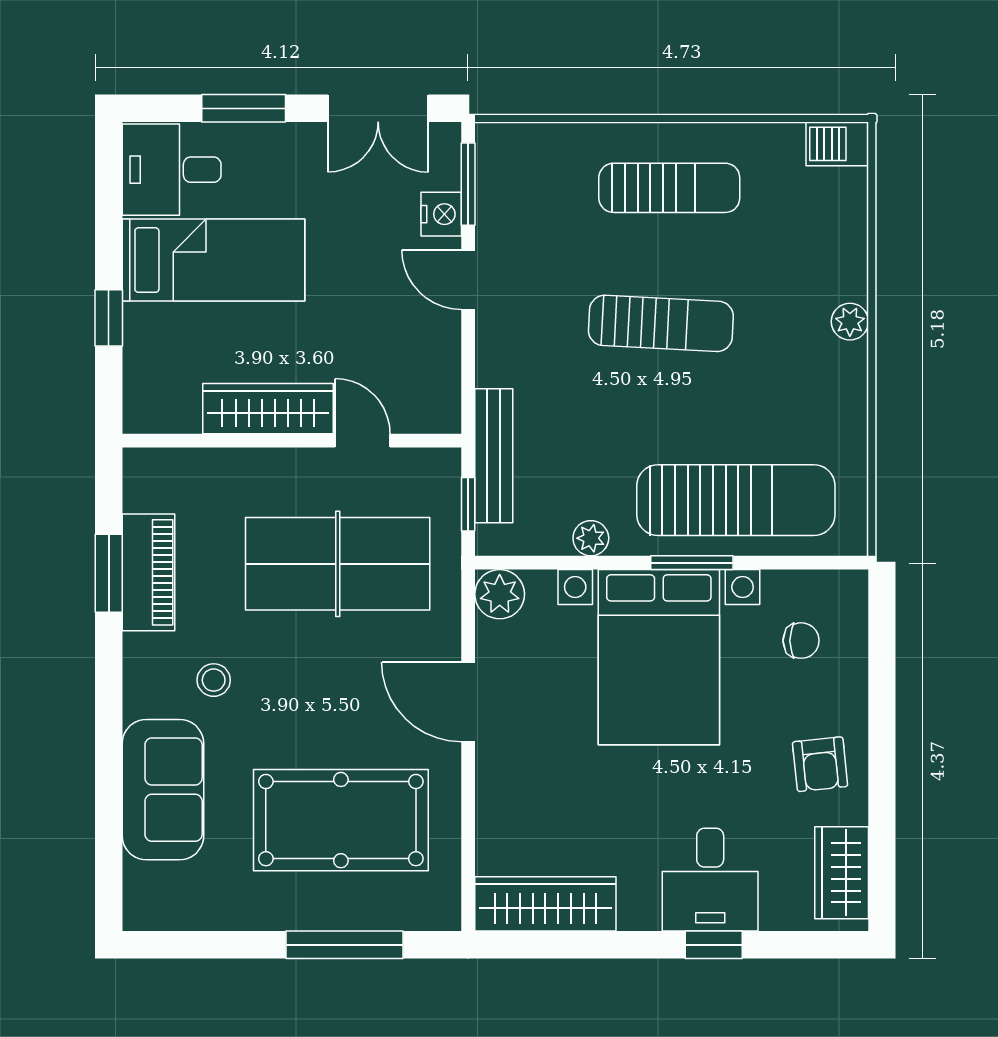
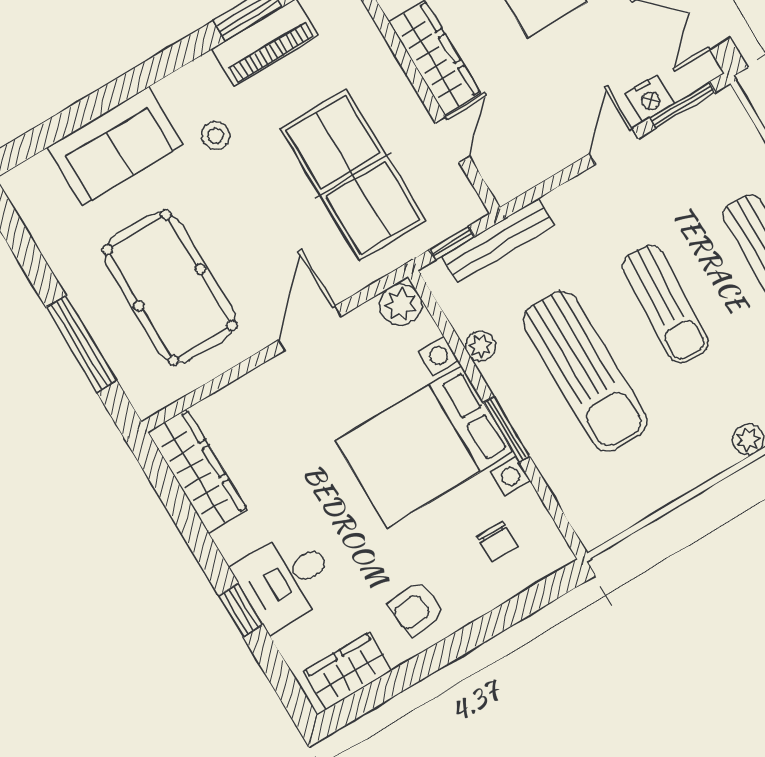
sun lounger: (736, 500) -> (585, 371), moved

